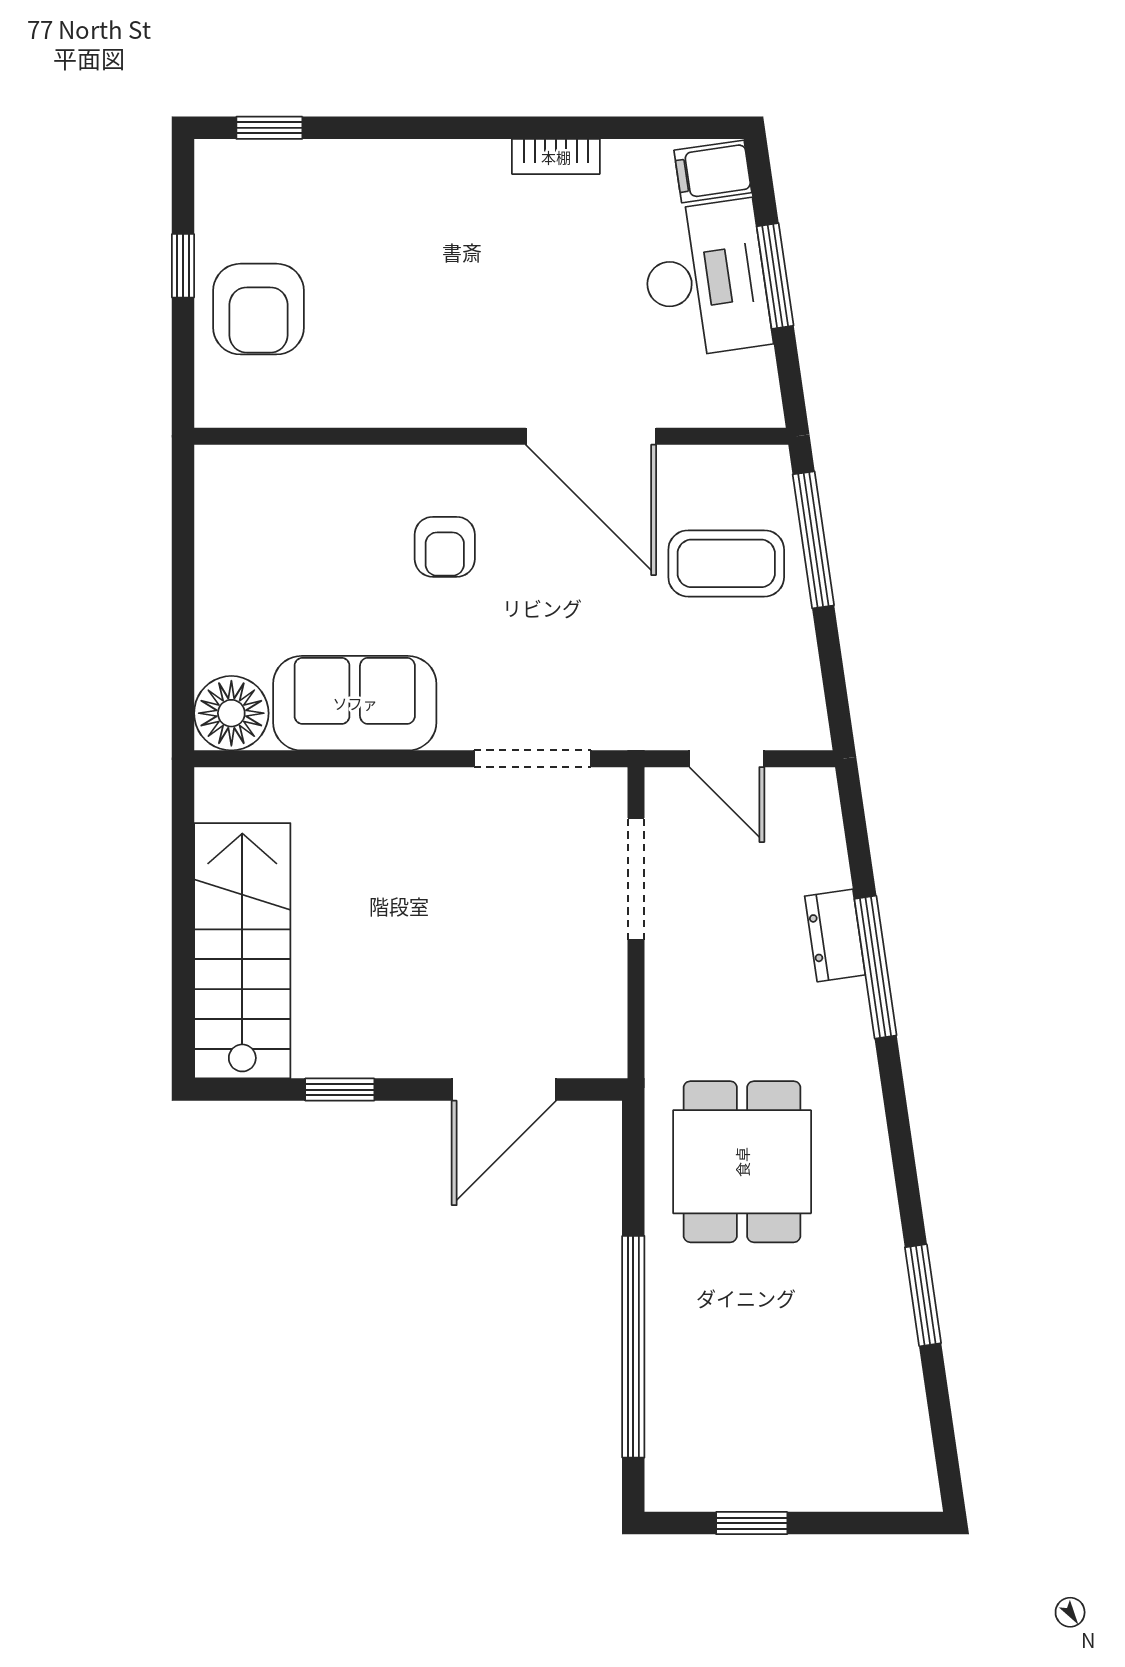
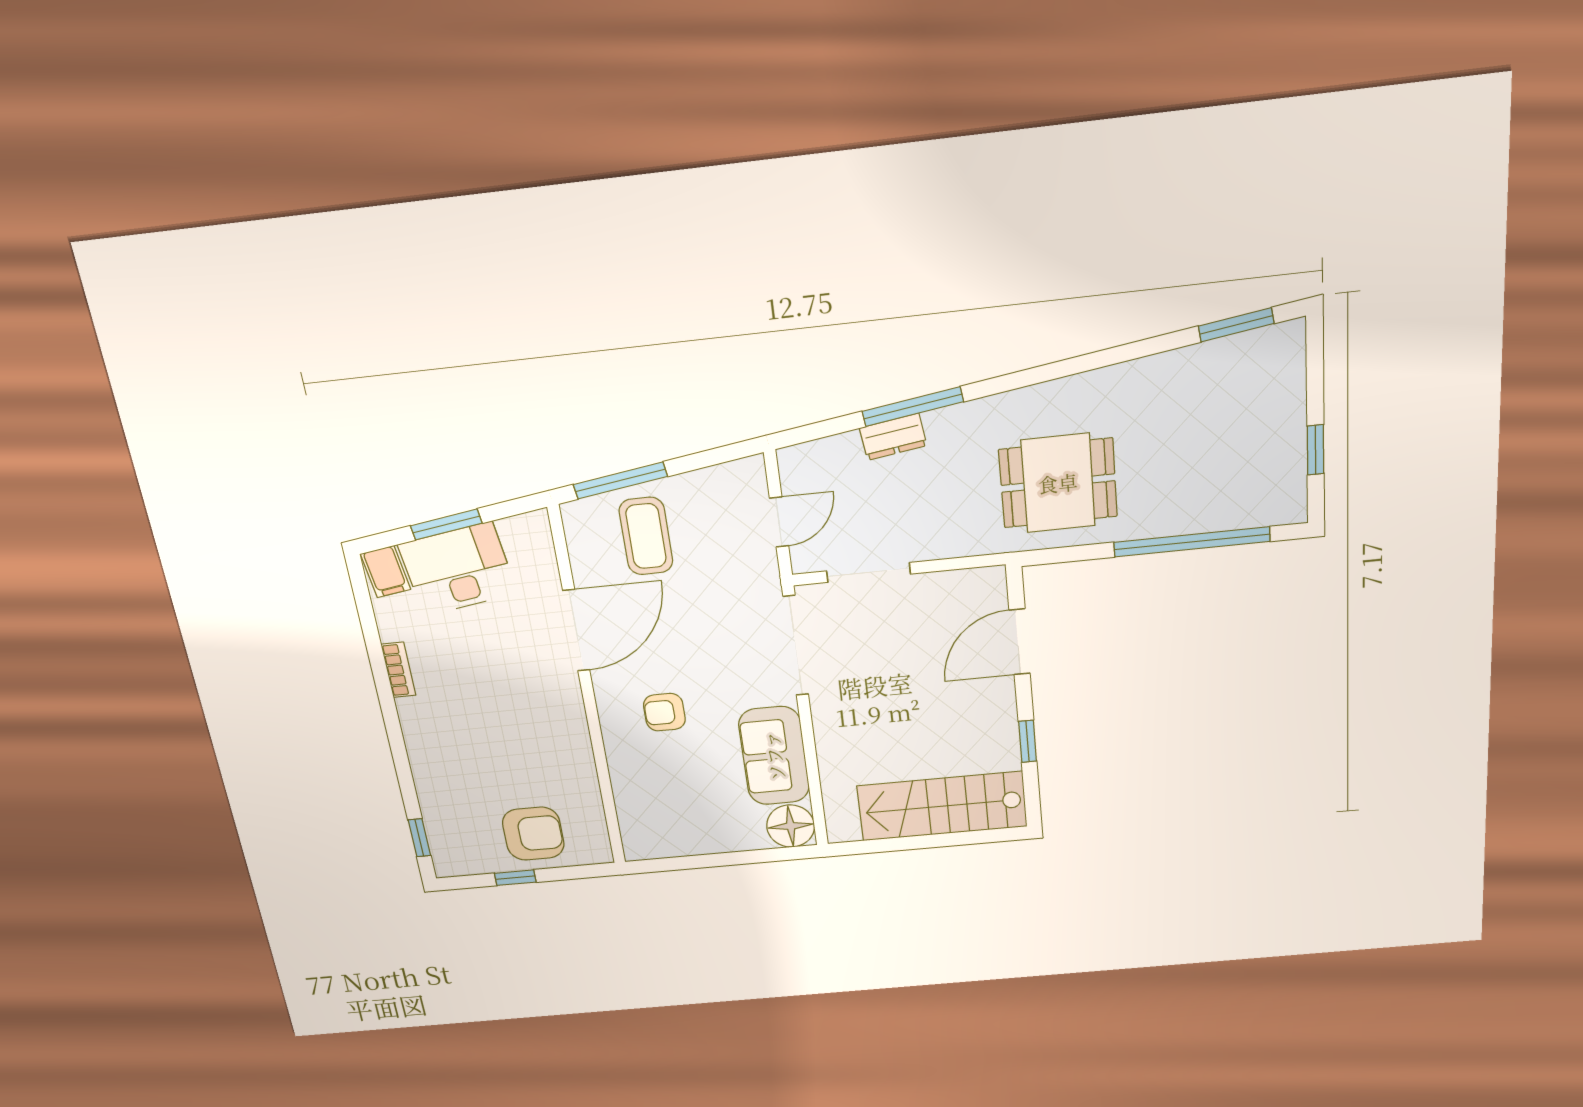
armchair: (445, 547) -> (664, 712), turned 180
doorway: (532, 759) -> (796, 646), width x1.36
door: (504, 1090) -> (1020, 642), swing flipped
window: (923, 1295) -> (1236, 325), moved

